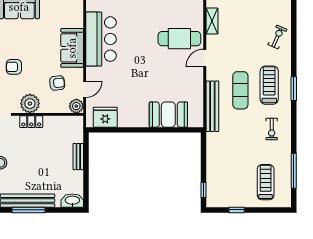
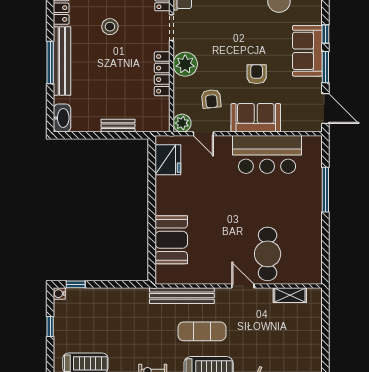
armchair: (14, 67) -> (257, 74), moved
locker: (31, 122) -> (162, 74), width x1.53
water cooler: (211, 203) -> (59, 294), added

